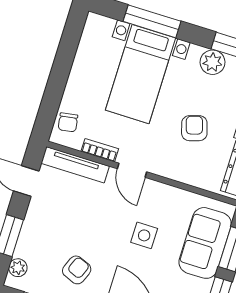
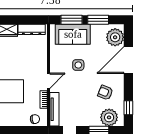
armchair: (194, 128) -> (19, 57), removed
plant: (18, 268) -> (109, 117), width x1.88, depth x1.88

